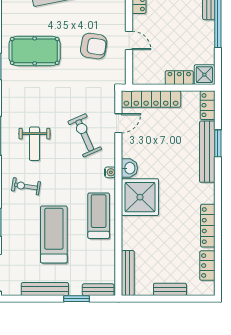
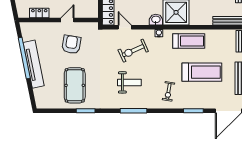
weight bench: (34, 144) -> (129, 82), moved
treadmill: (99, 216) -> (189, 41), turned 180
treadmill: (54, 234) -> (202, 72), turned 180

